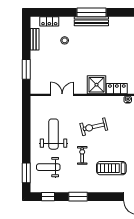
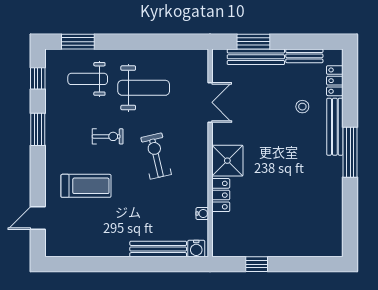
bench: (91, 21) -> (335, 127), moved
bench: (35, 68) -> (256, 57), added
weight bench: (48, 167) -> (88, 79), turned -90
treadmill: (111, 168) -> (86, 186), turned 90

